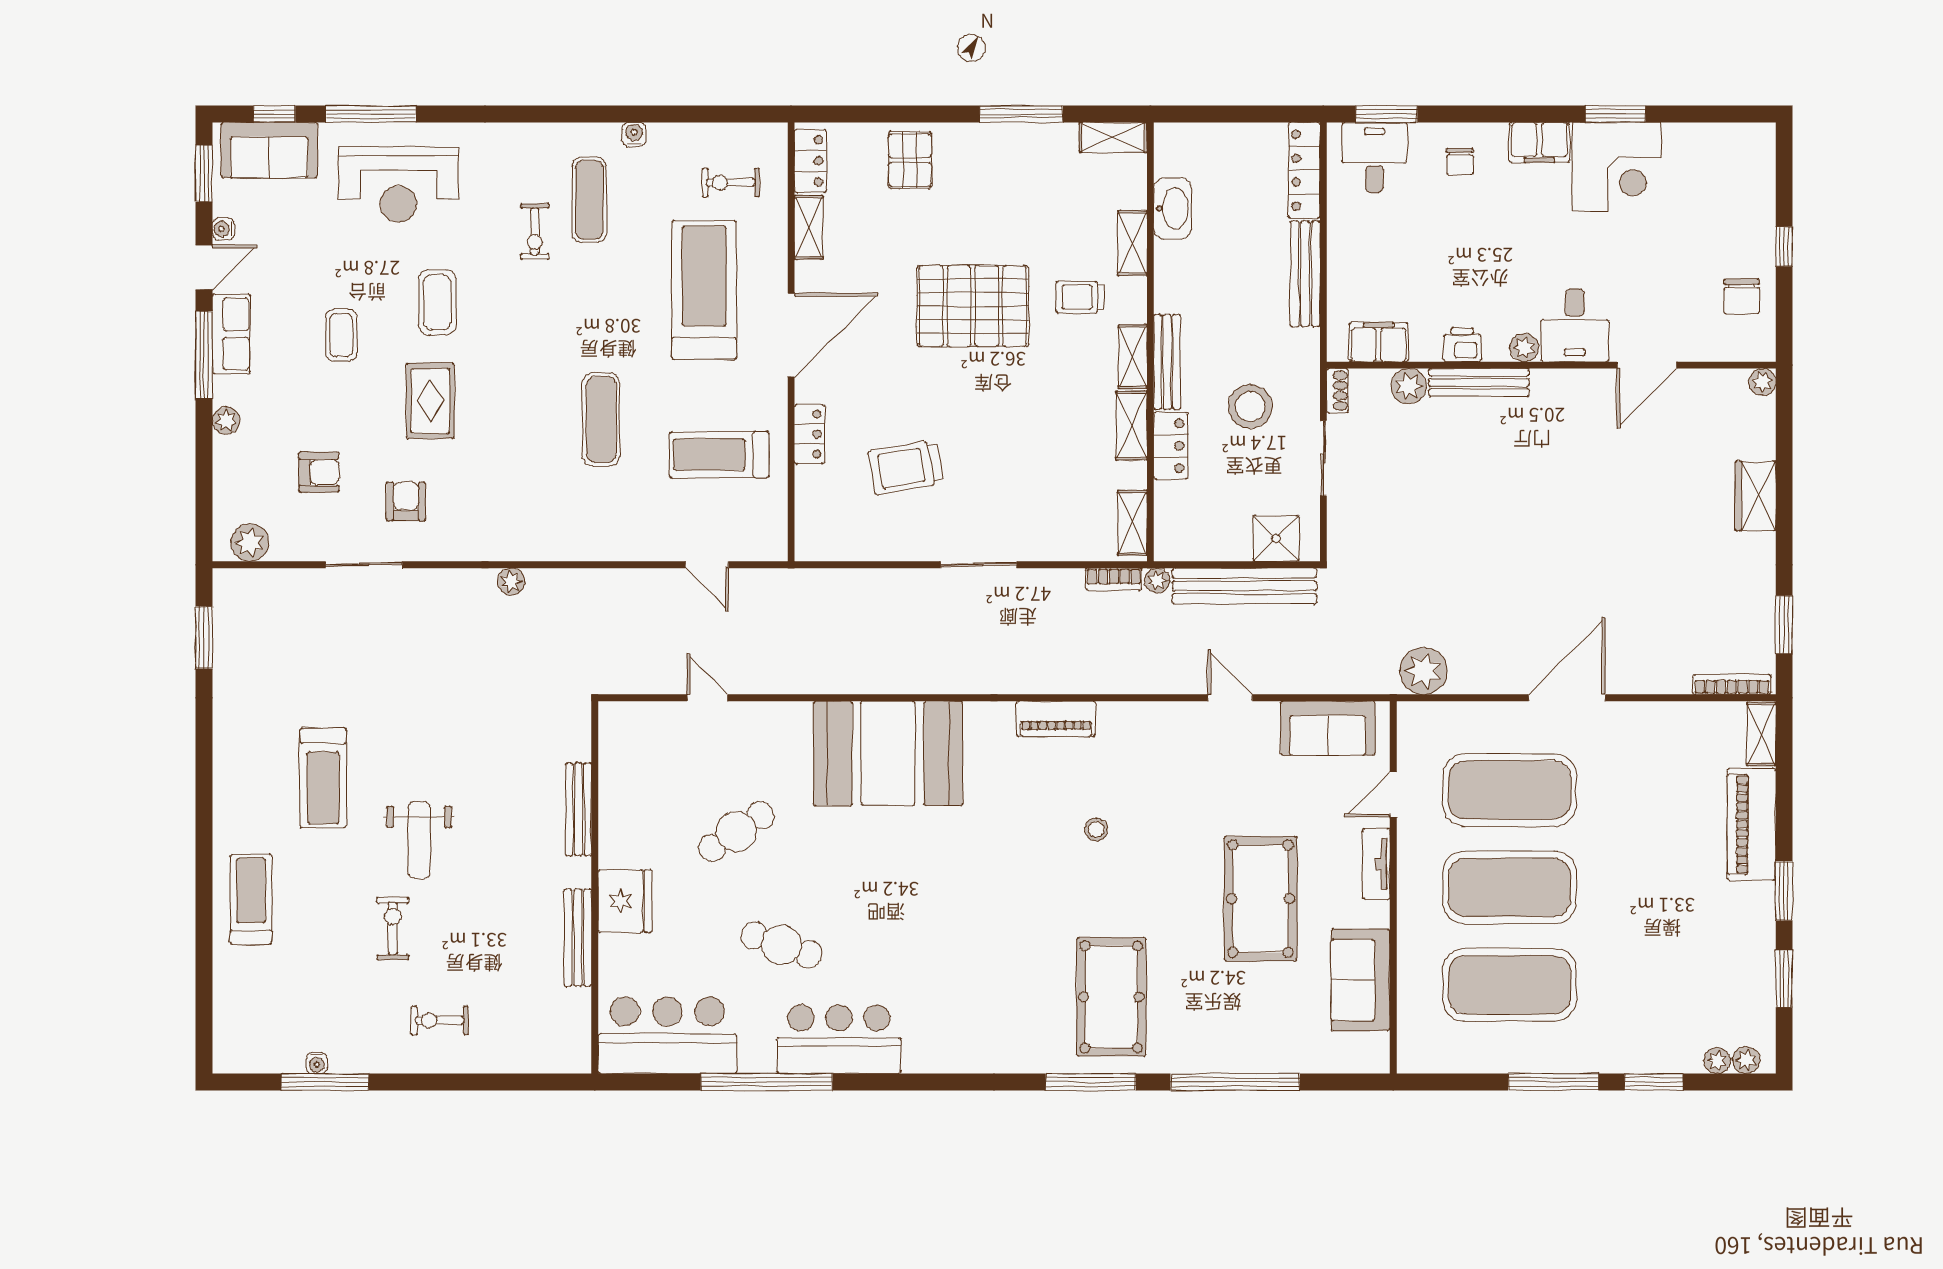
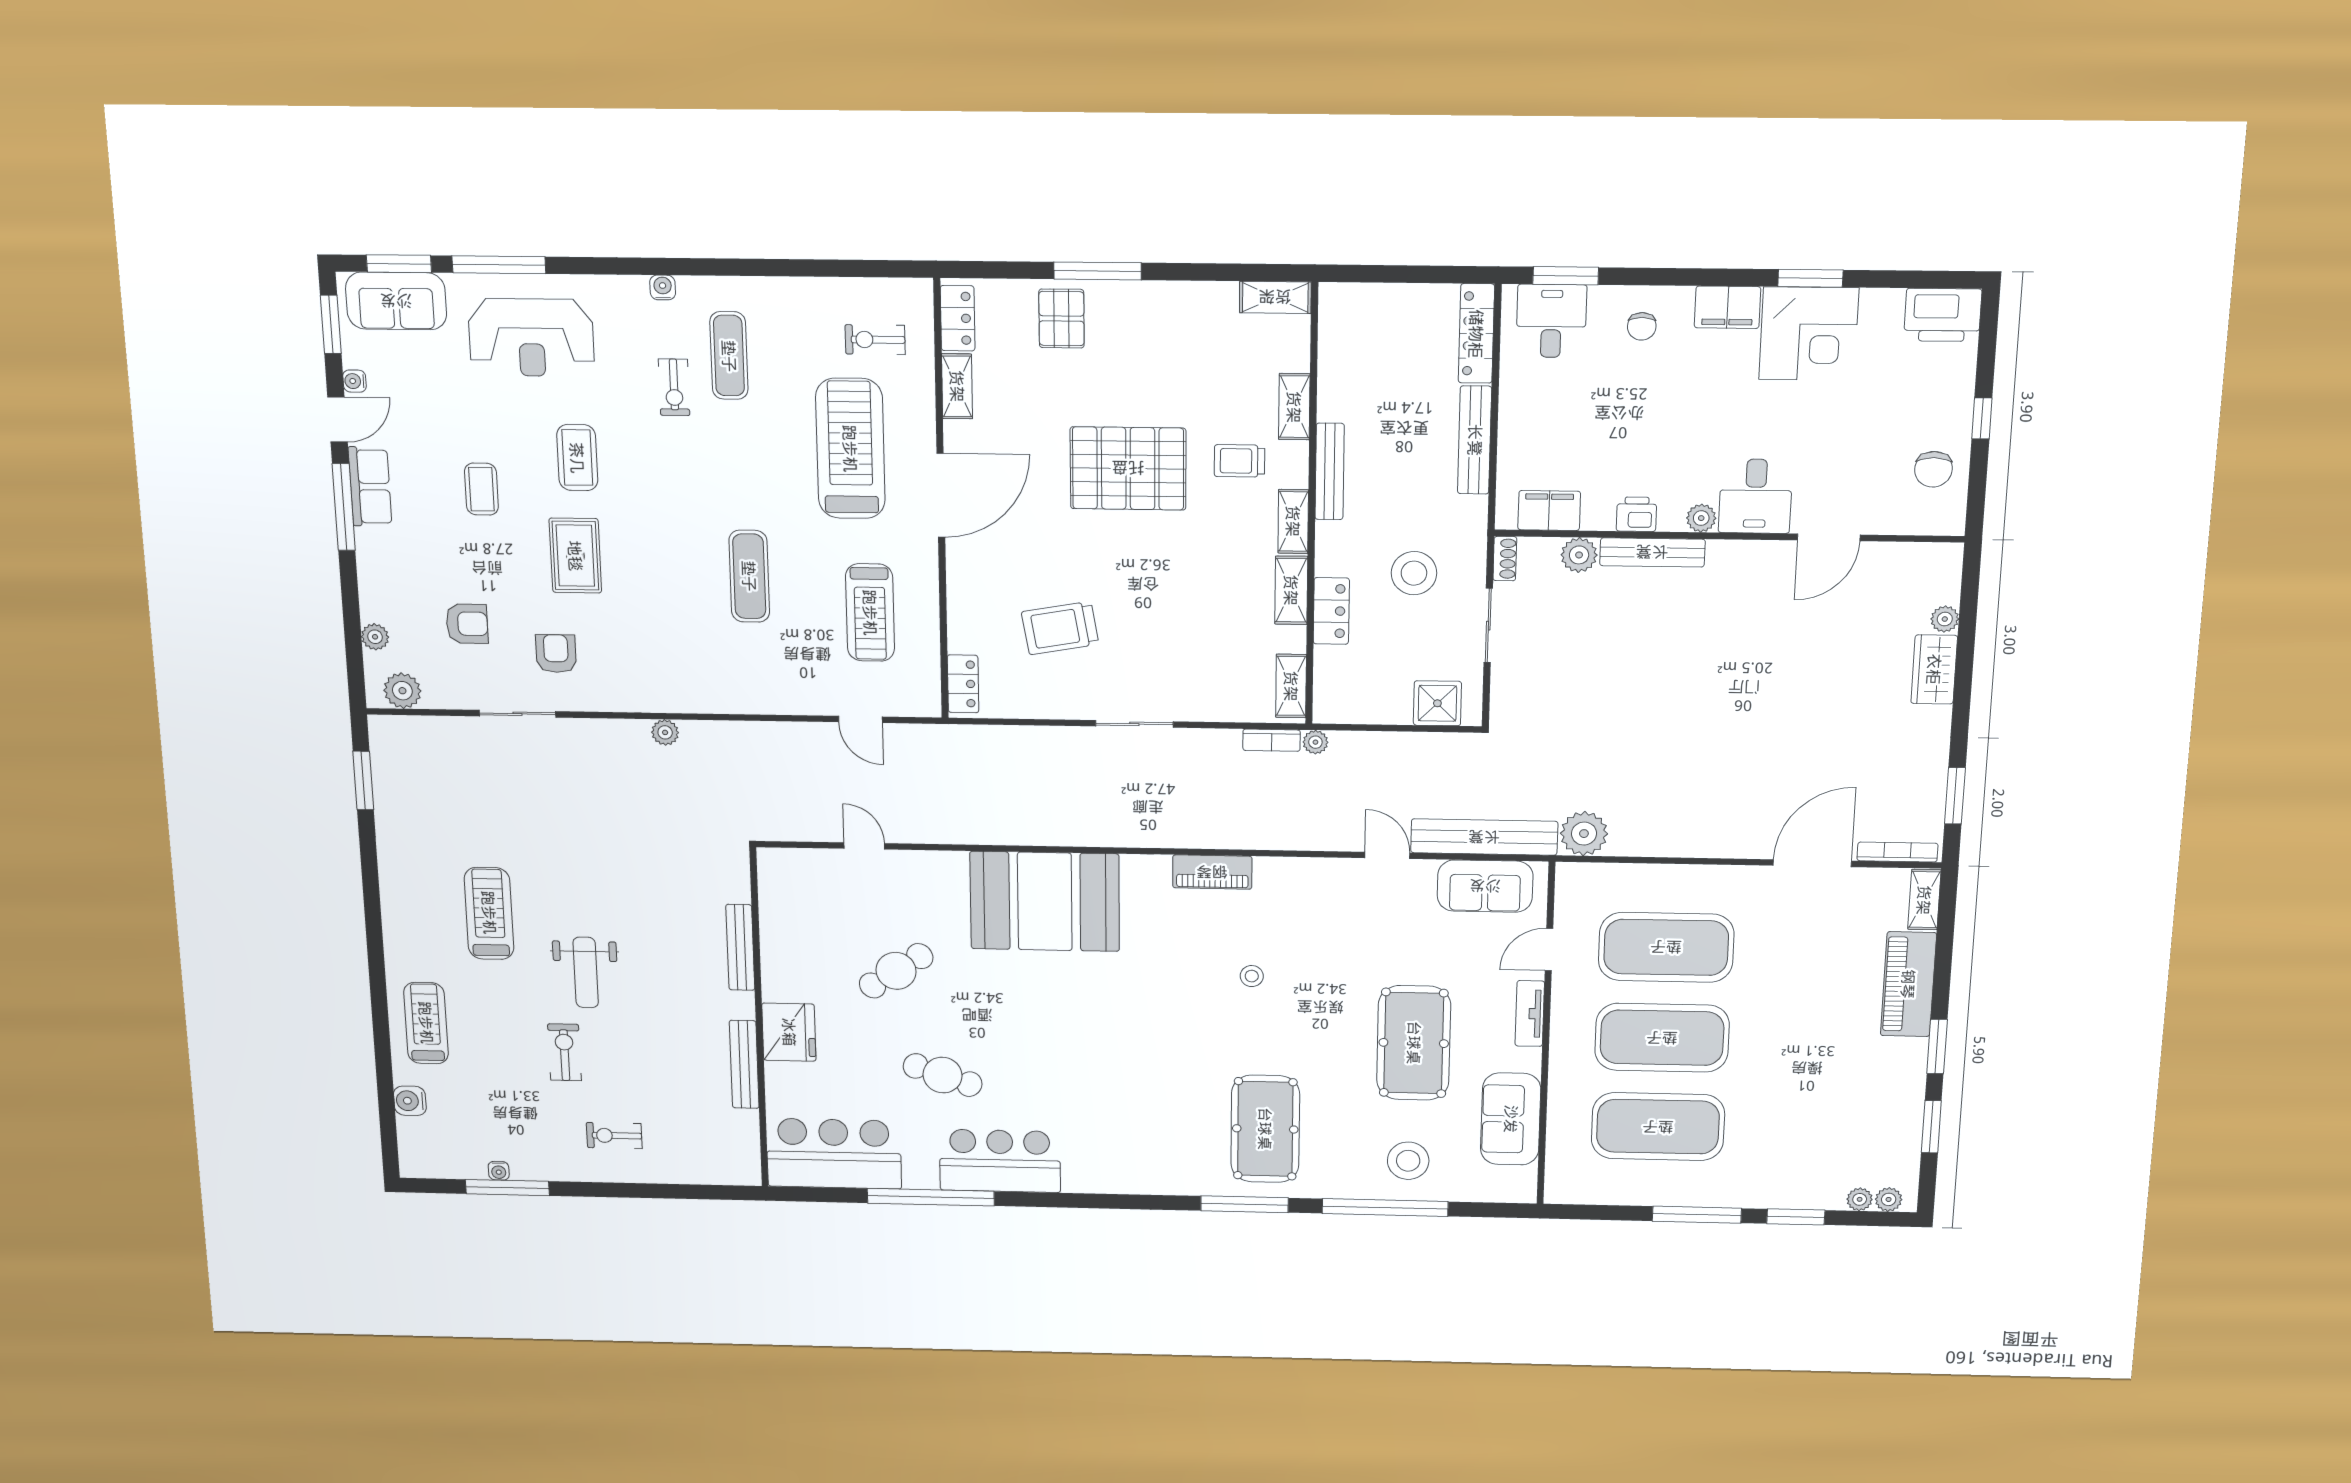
window: (274, 114) -> (399, 264), width x1.50
window: (1021, 114) -> (1098, 271), moved
water cooler: (634, 134) -> (663, 287), moved
printer: (1741, 147) -> (1943, 315), added
washbasin: (1173, 208) -> (1337, 371), removed
bench: (1167, 362) -> (1330, 472), moved
plant: (1762, 382) -> (1945, 619), moved
plant: (226, 421) -> (375, 637), moved
locker: (809, 434) -> (963, 684), moved
treadmill: (719, 455) -> (870, 613), turned -90
bench: (1244, 586) -> (1484, 837), moved
door: (1567, 698) -> (1812, 863), moved
treadmill: (323, 778) -> (489, 913), turned 180
water cooler: (229, 986) -> (410, 1101), added
stool: (1258, 1029) -> (1408, 1161), added

